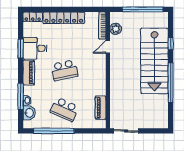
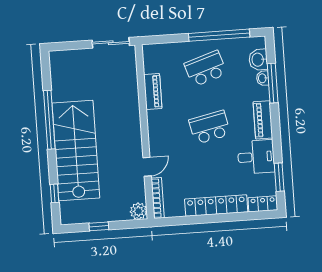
window: (143, 9) -> (99, 226), width x0.32
plant: (116, 29) -> (138, 211), moved
window: (171, 44) -> (54, 193), moved
window: (21, 49) -> (279, 177), moved
piano: (101, 108) -> (153, 92), moved
school desk: (64, 109) -> (206, 69), turned -42

